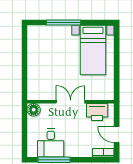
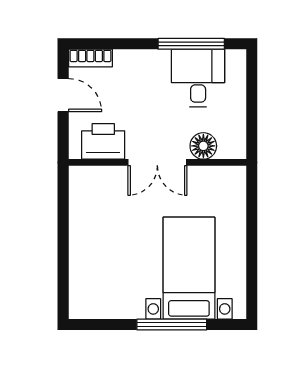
bed with nightstands: (93, 50) -> (189, 268), moved
floor lamp: (34, 110) -> (203, 146), moved

